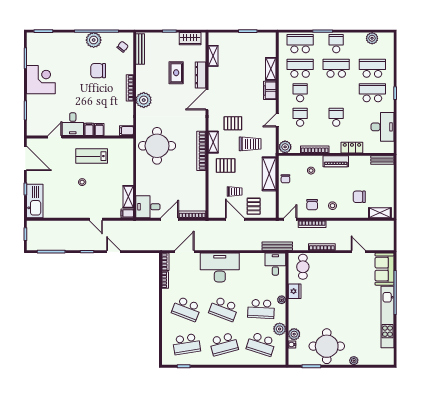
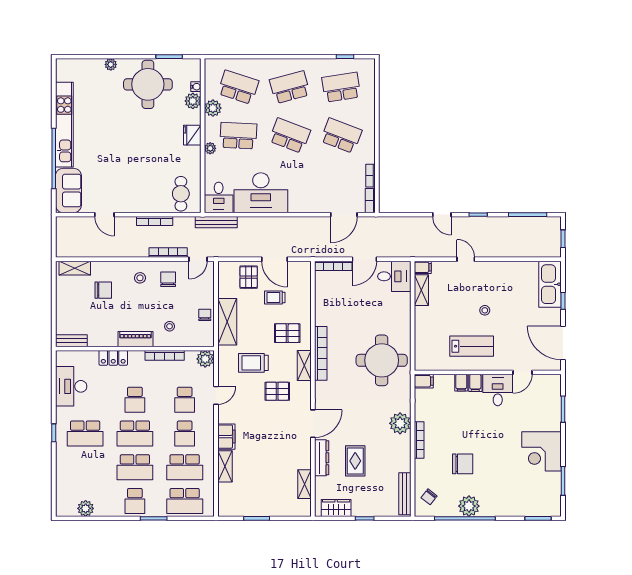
school desk: (372, 68) -> (135, 433), moved
desk: (220, 267) -> (261, 193), moved
fridge: (295, 291) -> (192, 135), moved

